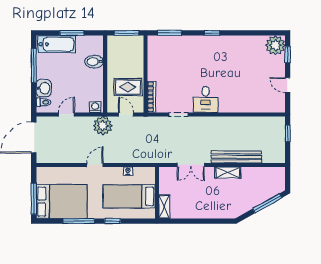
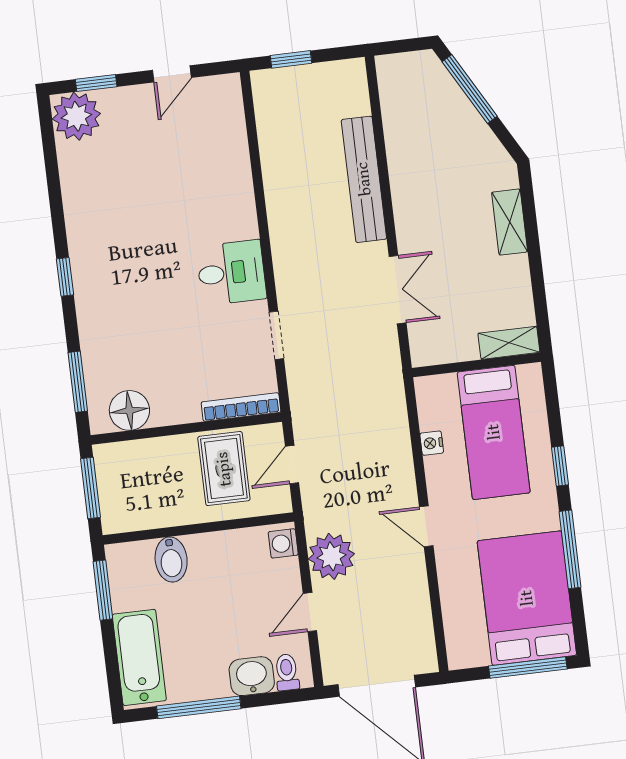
window: (72, 33) -> (103, 590), moved
floor lamp: (155, 52) -> (129, 410), added
door: (66, 114) -> (310, 612), hinge flipped
plant: (103, 126) -> (331, 556), moved
shelving: (228, 173) -> (510, 222), moved

